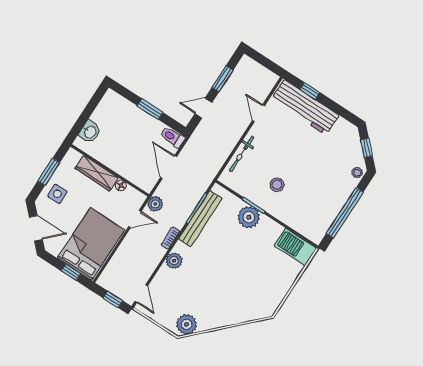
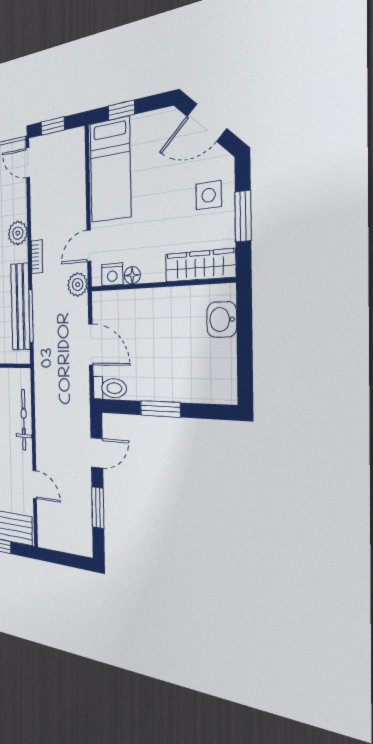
wardrobe: (97, 173) -> (200, 265), moved
nightstand: (132, 194) -> (112, 274), added
bed: (91, 244) -> (110, 170), width x0.67

